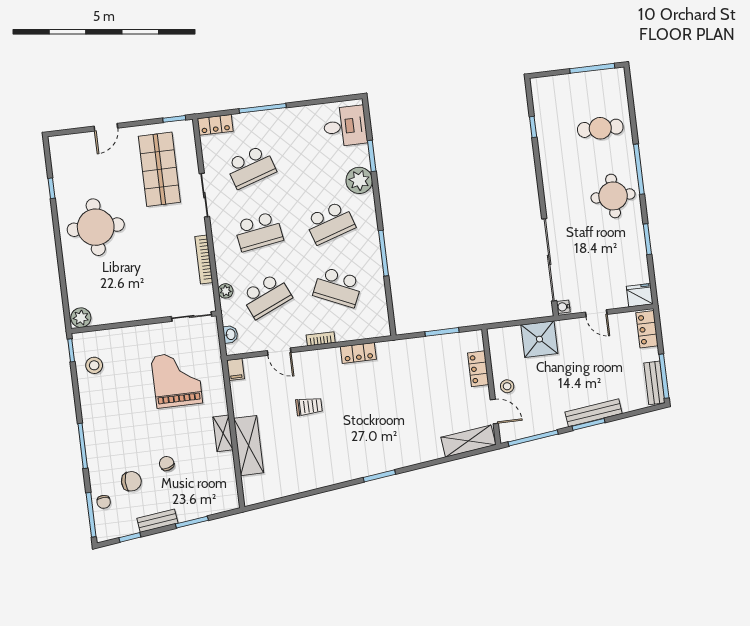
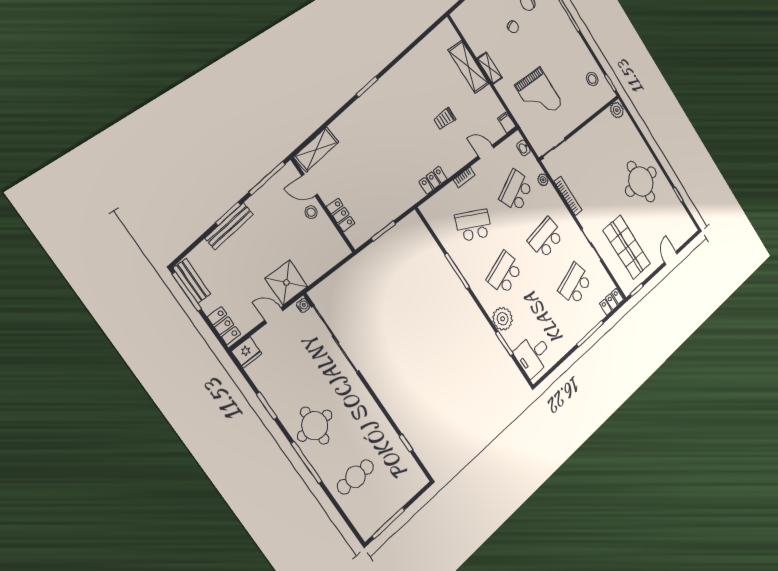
shower: (539, 339) -> (286, 283), moved

